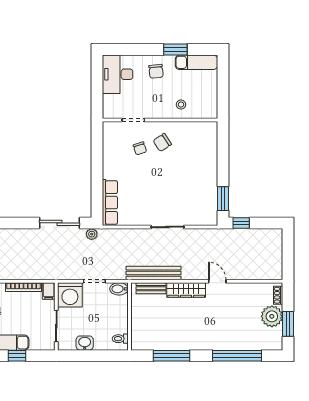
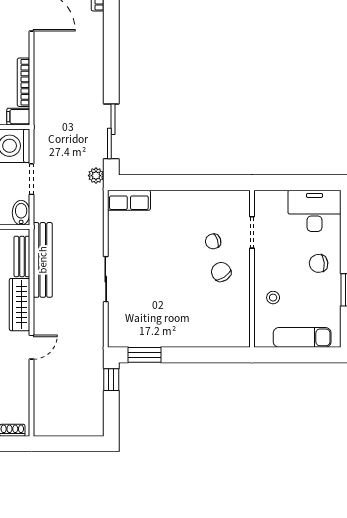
exam couch: (196, 62) -> (302, 337), moved, turned 90
row of seats: (110, 203) -> (129, 200), width x0.68

